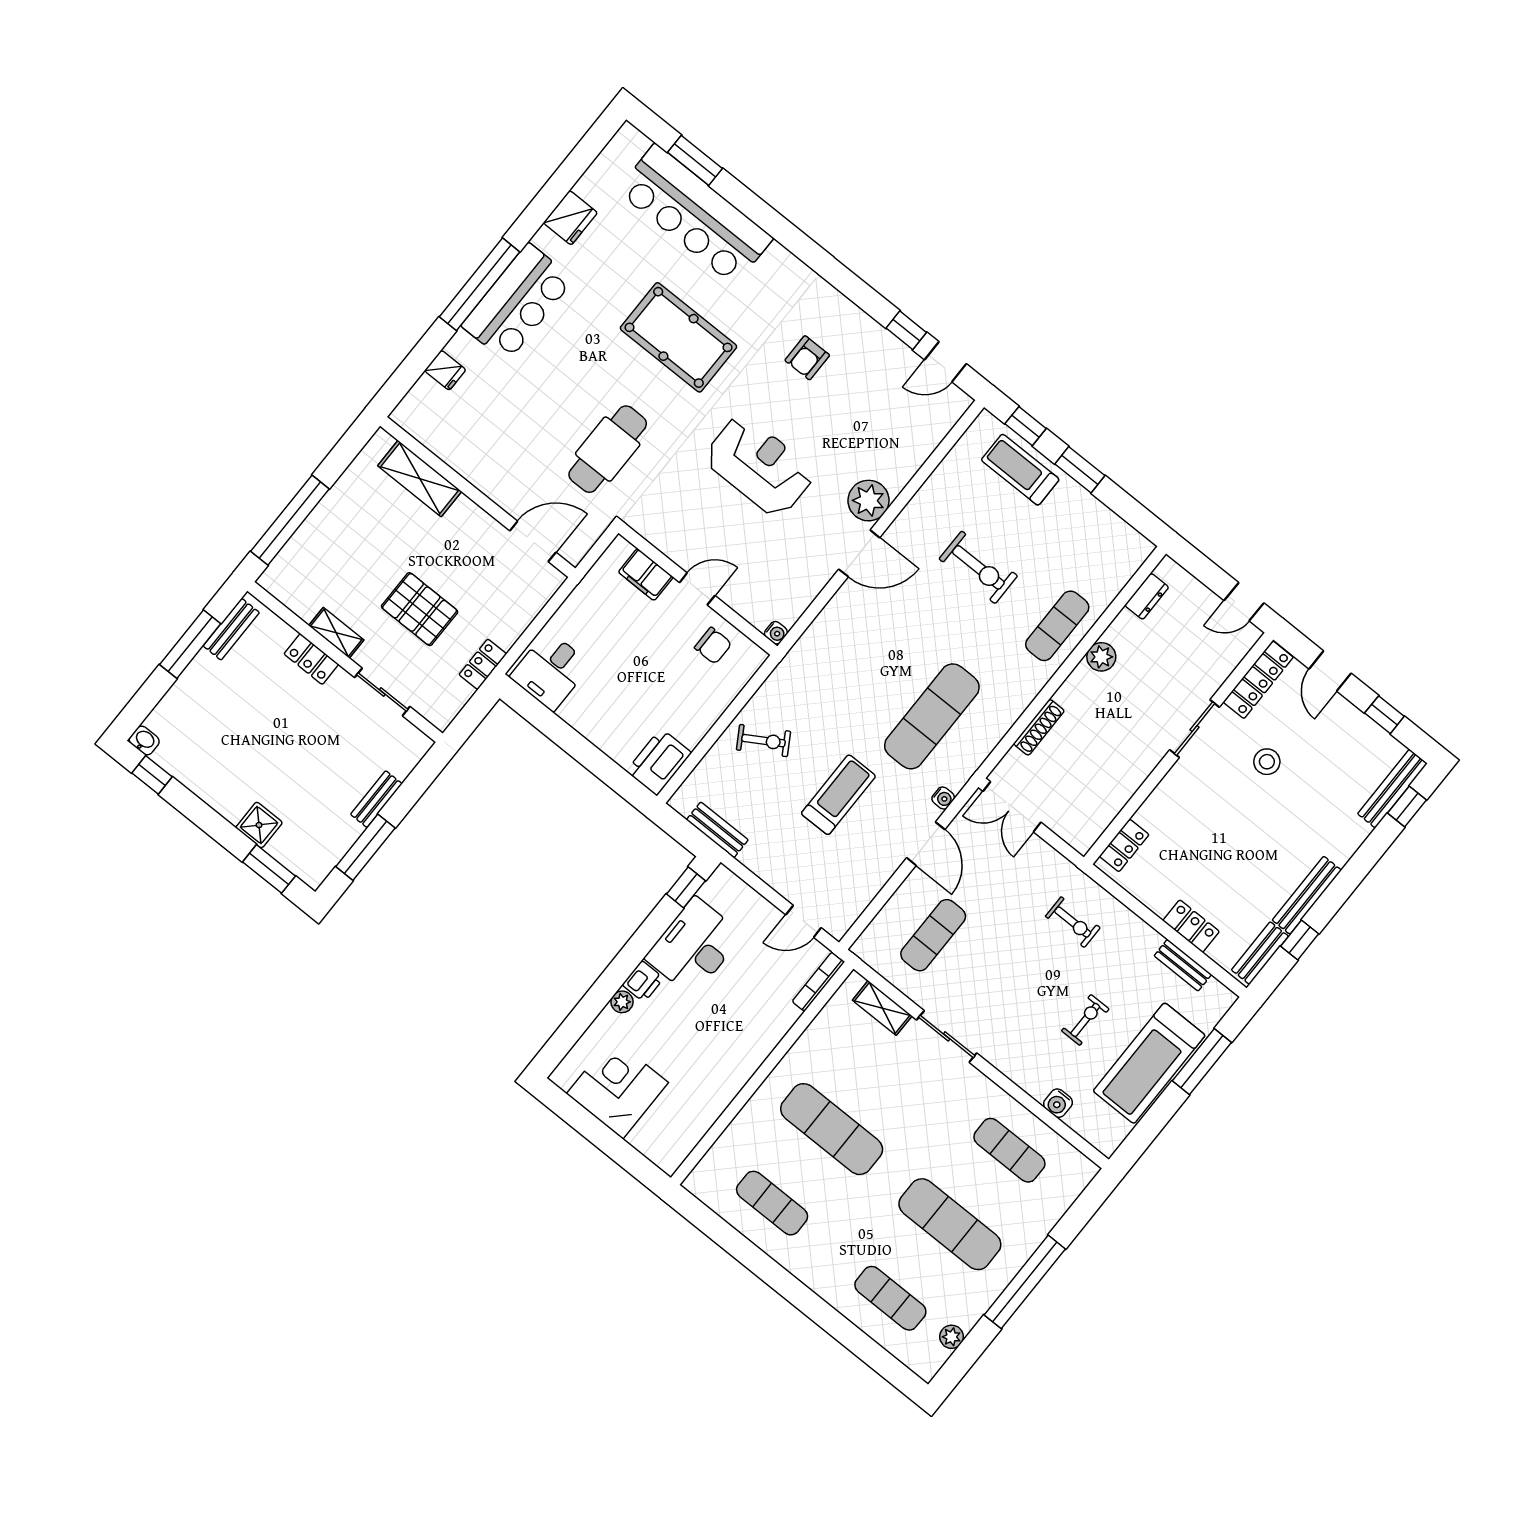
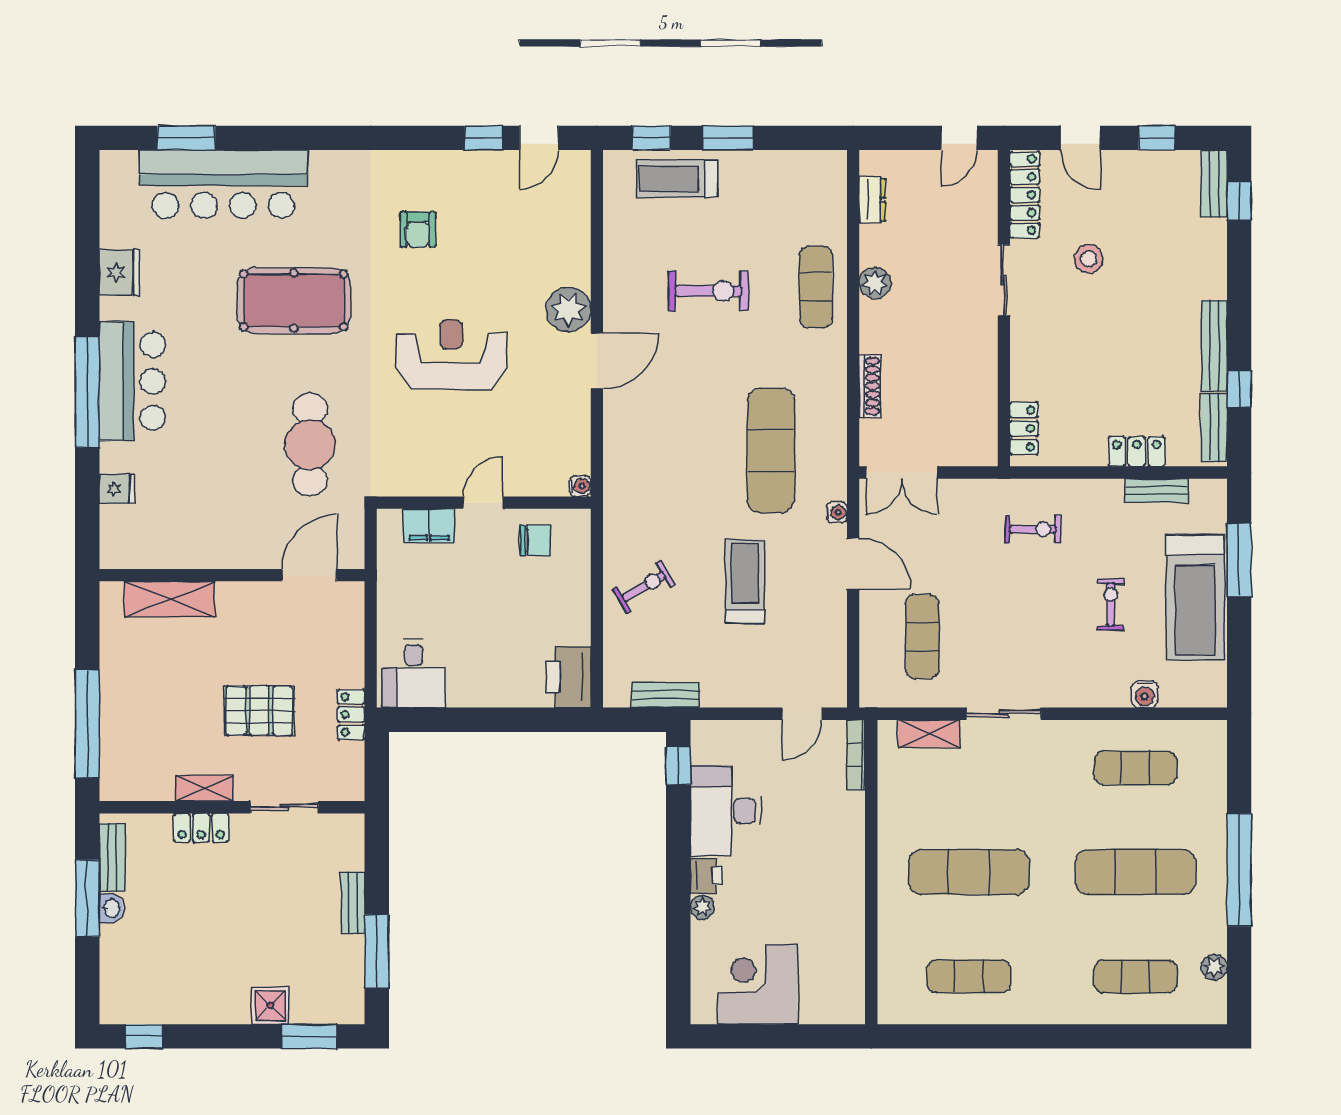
washbasin: (144, 740) -> (111, 908), moved, turned 90
bench: (1392, 789) -> (1214, 183), width x0.73

